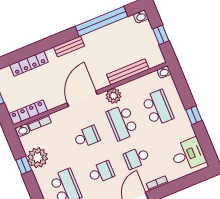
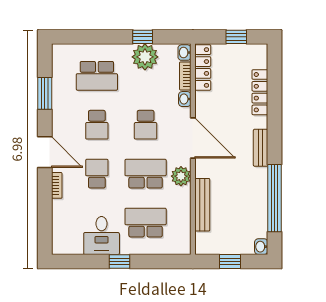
washbasin: (164, 72) -> (185, 99), moved
school desk: (158, 108) -> (146, 223), turned 180
desk: (188, 155) -> (102, 236), moved

